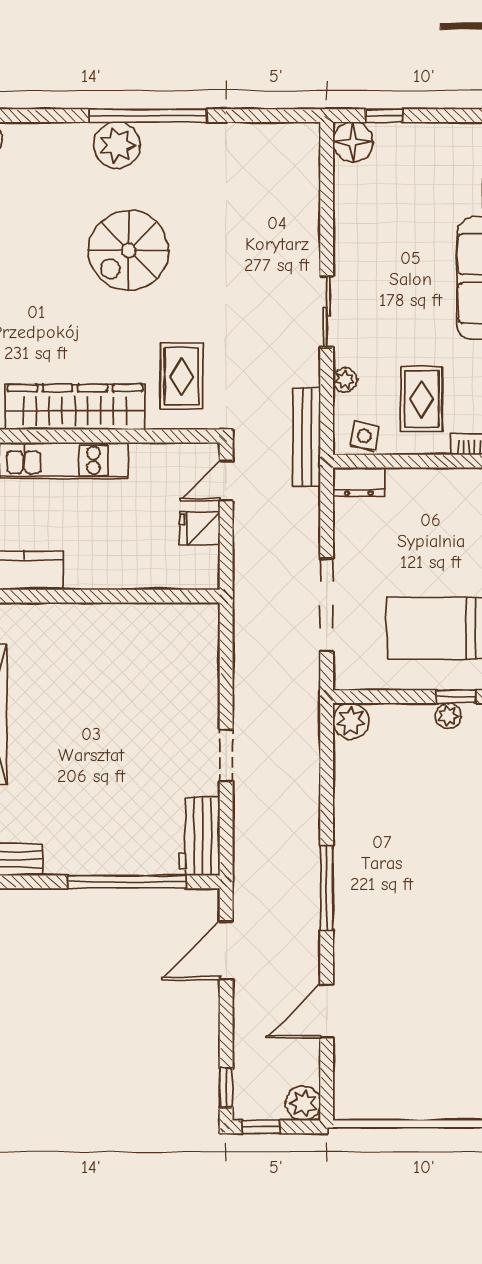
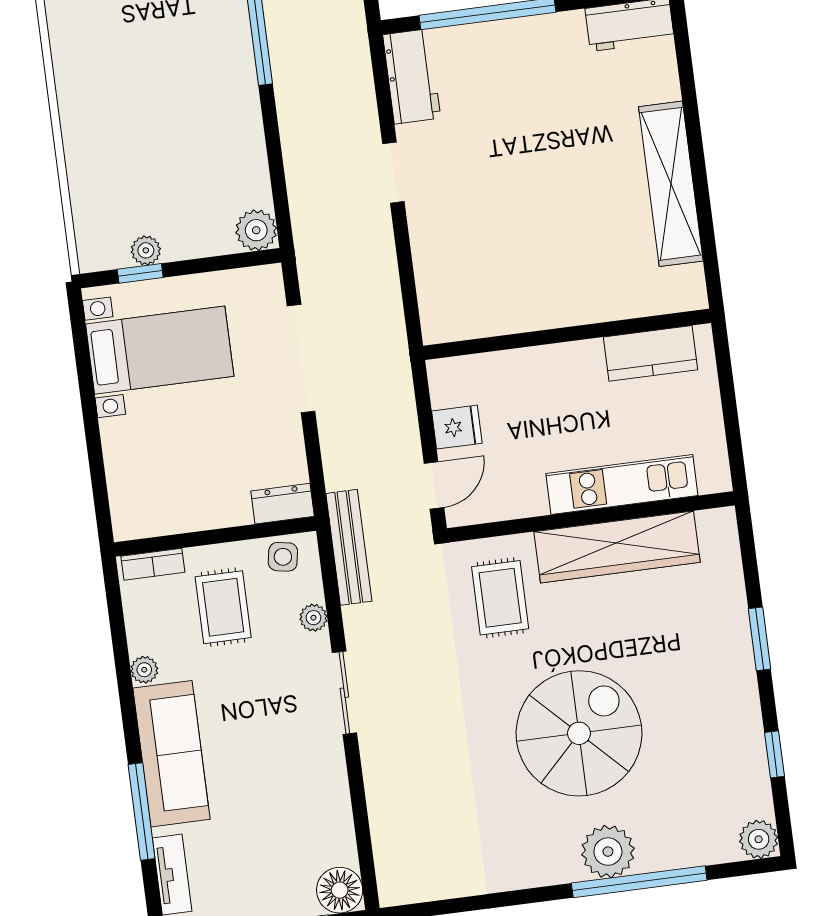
window: (148, 116) -> (639, 882), moved
spiral stairs: (129, 250) -> (579, 733), width x1.37, depth x1.37

